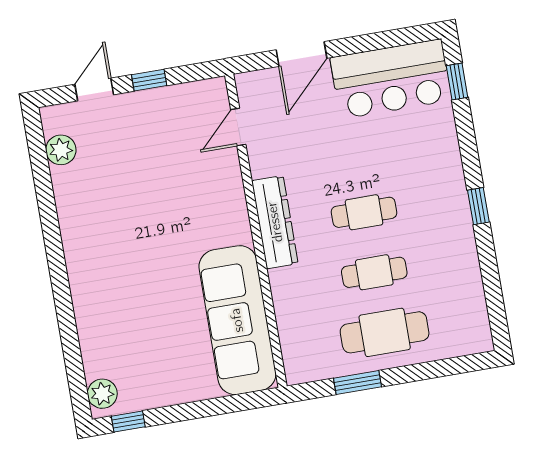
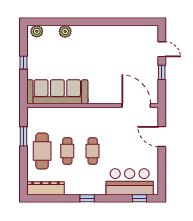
bar counter: (391, 79) -> (130, 182), moved, turned 90
door: (238, 127) -> (136, 106), width x1.88
plant: (61, 150) -> (65, 31), moved
dresser: (275, 222) -> (46, 188), moved, turned 180
window: (128, 422) -> (24, 63), moved

